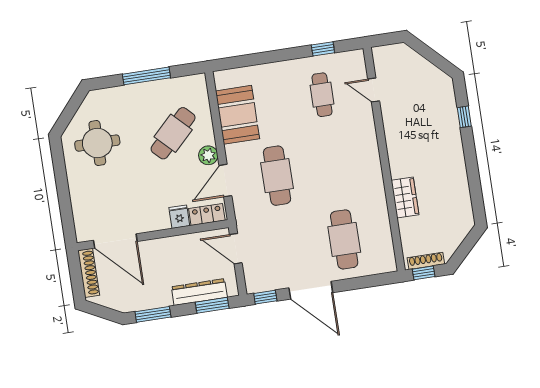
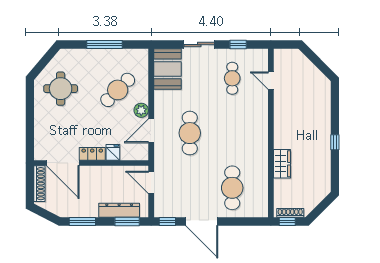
sliding door: (272, 57) -> (199, 45), added
booth: (237, 115) -> (167, 69), moved
window: (464, 117) -> (335, 142), moved
locker: (207, 214) -> (92, 154), moved

